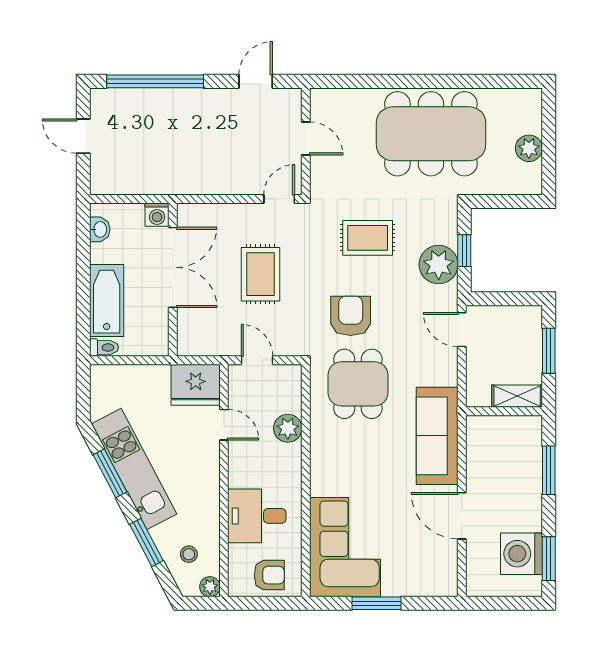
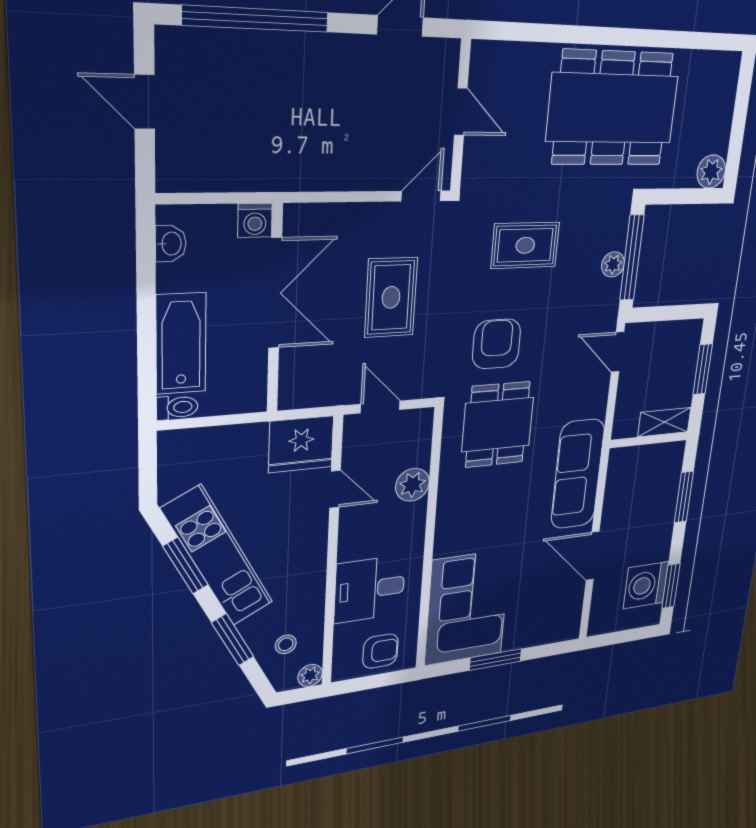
plant: (529, 148) -> (711, 172), moved
window: (464, 251) -> (632, 258), width x2.17
plant: (439, 265) -> (613, 264), width x0.53, depth x0.53

